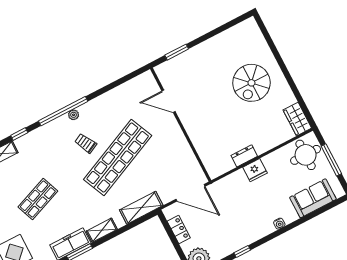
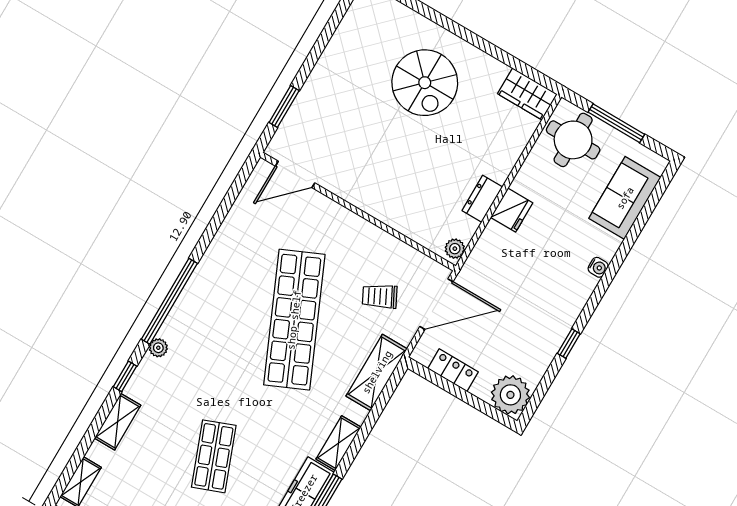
door: (168, 101) -> (295, 174), moved
plant: (74, 115) -> (158, 348), moved
trolley: (86, 143) -> (380, 296), moved
plant: (216, 172) -> (455, 249), added

